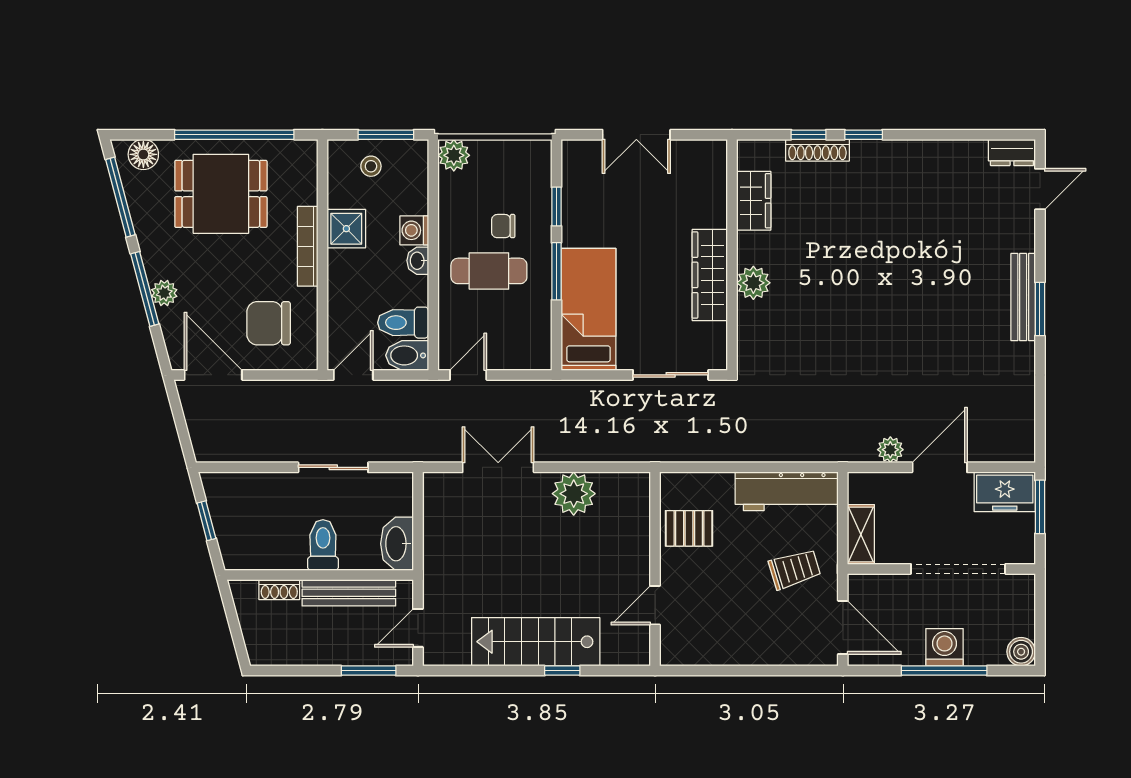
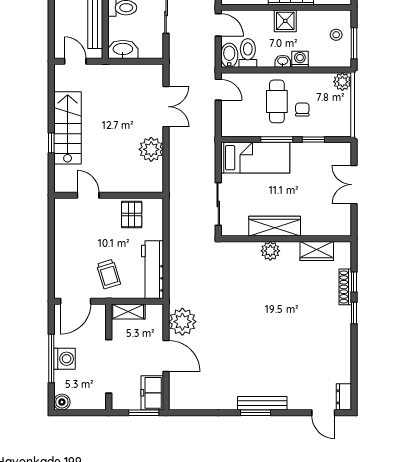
shower: (346, 229) -> (285, 21), moved
plant: (890, 450) -> (182, 322), width x1.87, depth x1.87
window: (369, 671) -> (51, 33), removed

